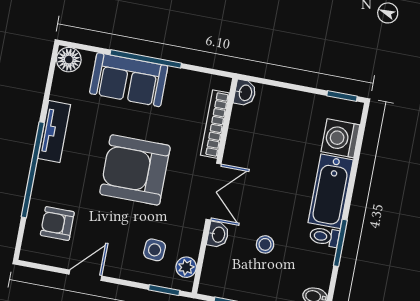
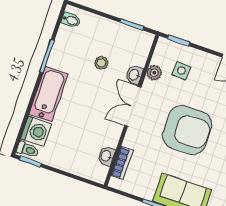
washbasin: (245, 93) -> (106, 156), moved
bookcase: (215, 124) -> (122, 163), width x0.64
toilet: (324, 237) -> (28, 150), moved
plant: (186, 267) -> (154, 73), moved

